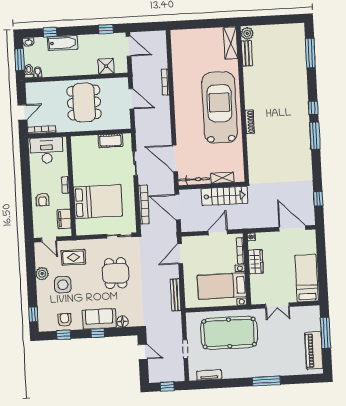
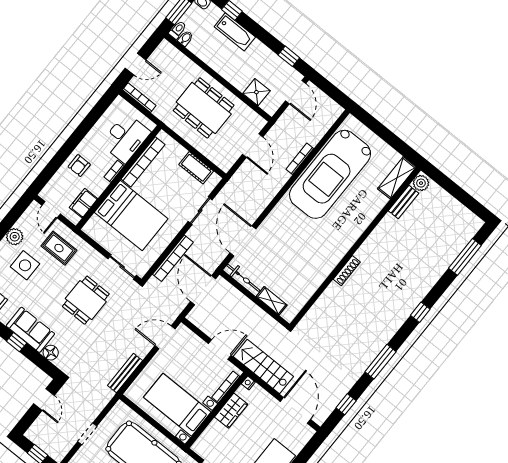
dining table: (84, 103) -> (204, 108), turned 90
car: (220, 107) -> (330, 174), moved, turned 180
window: (315, 136) -> (380, 362), moved
desk: (47, 150) -> (126, 138), moved, turned 90
bookcase: (77, 165) -> (143, 162), added
stairs: (225, 196) -> (263, 366), moved, turned 180

